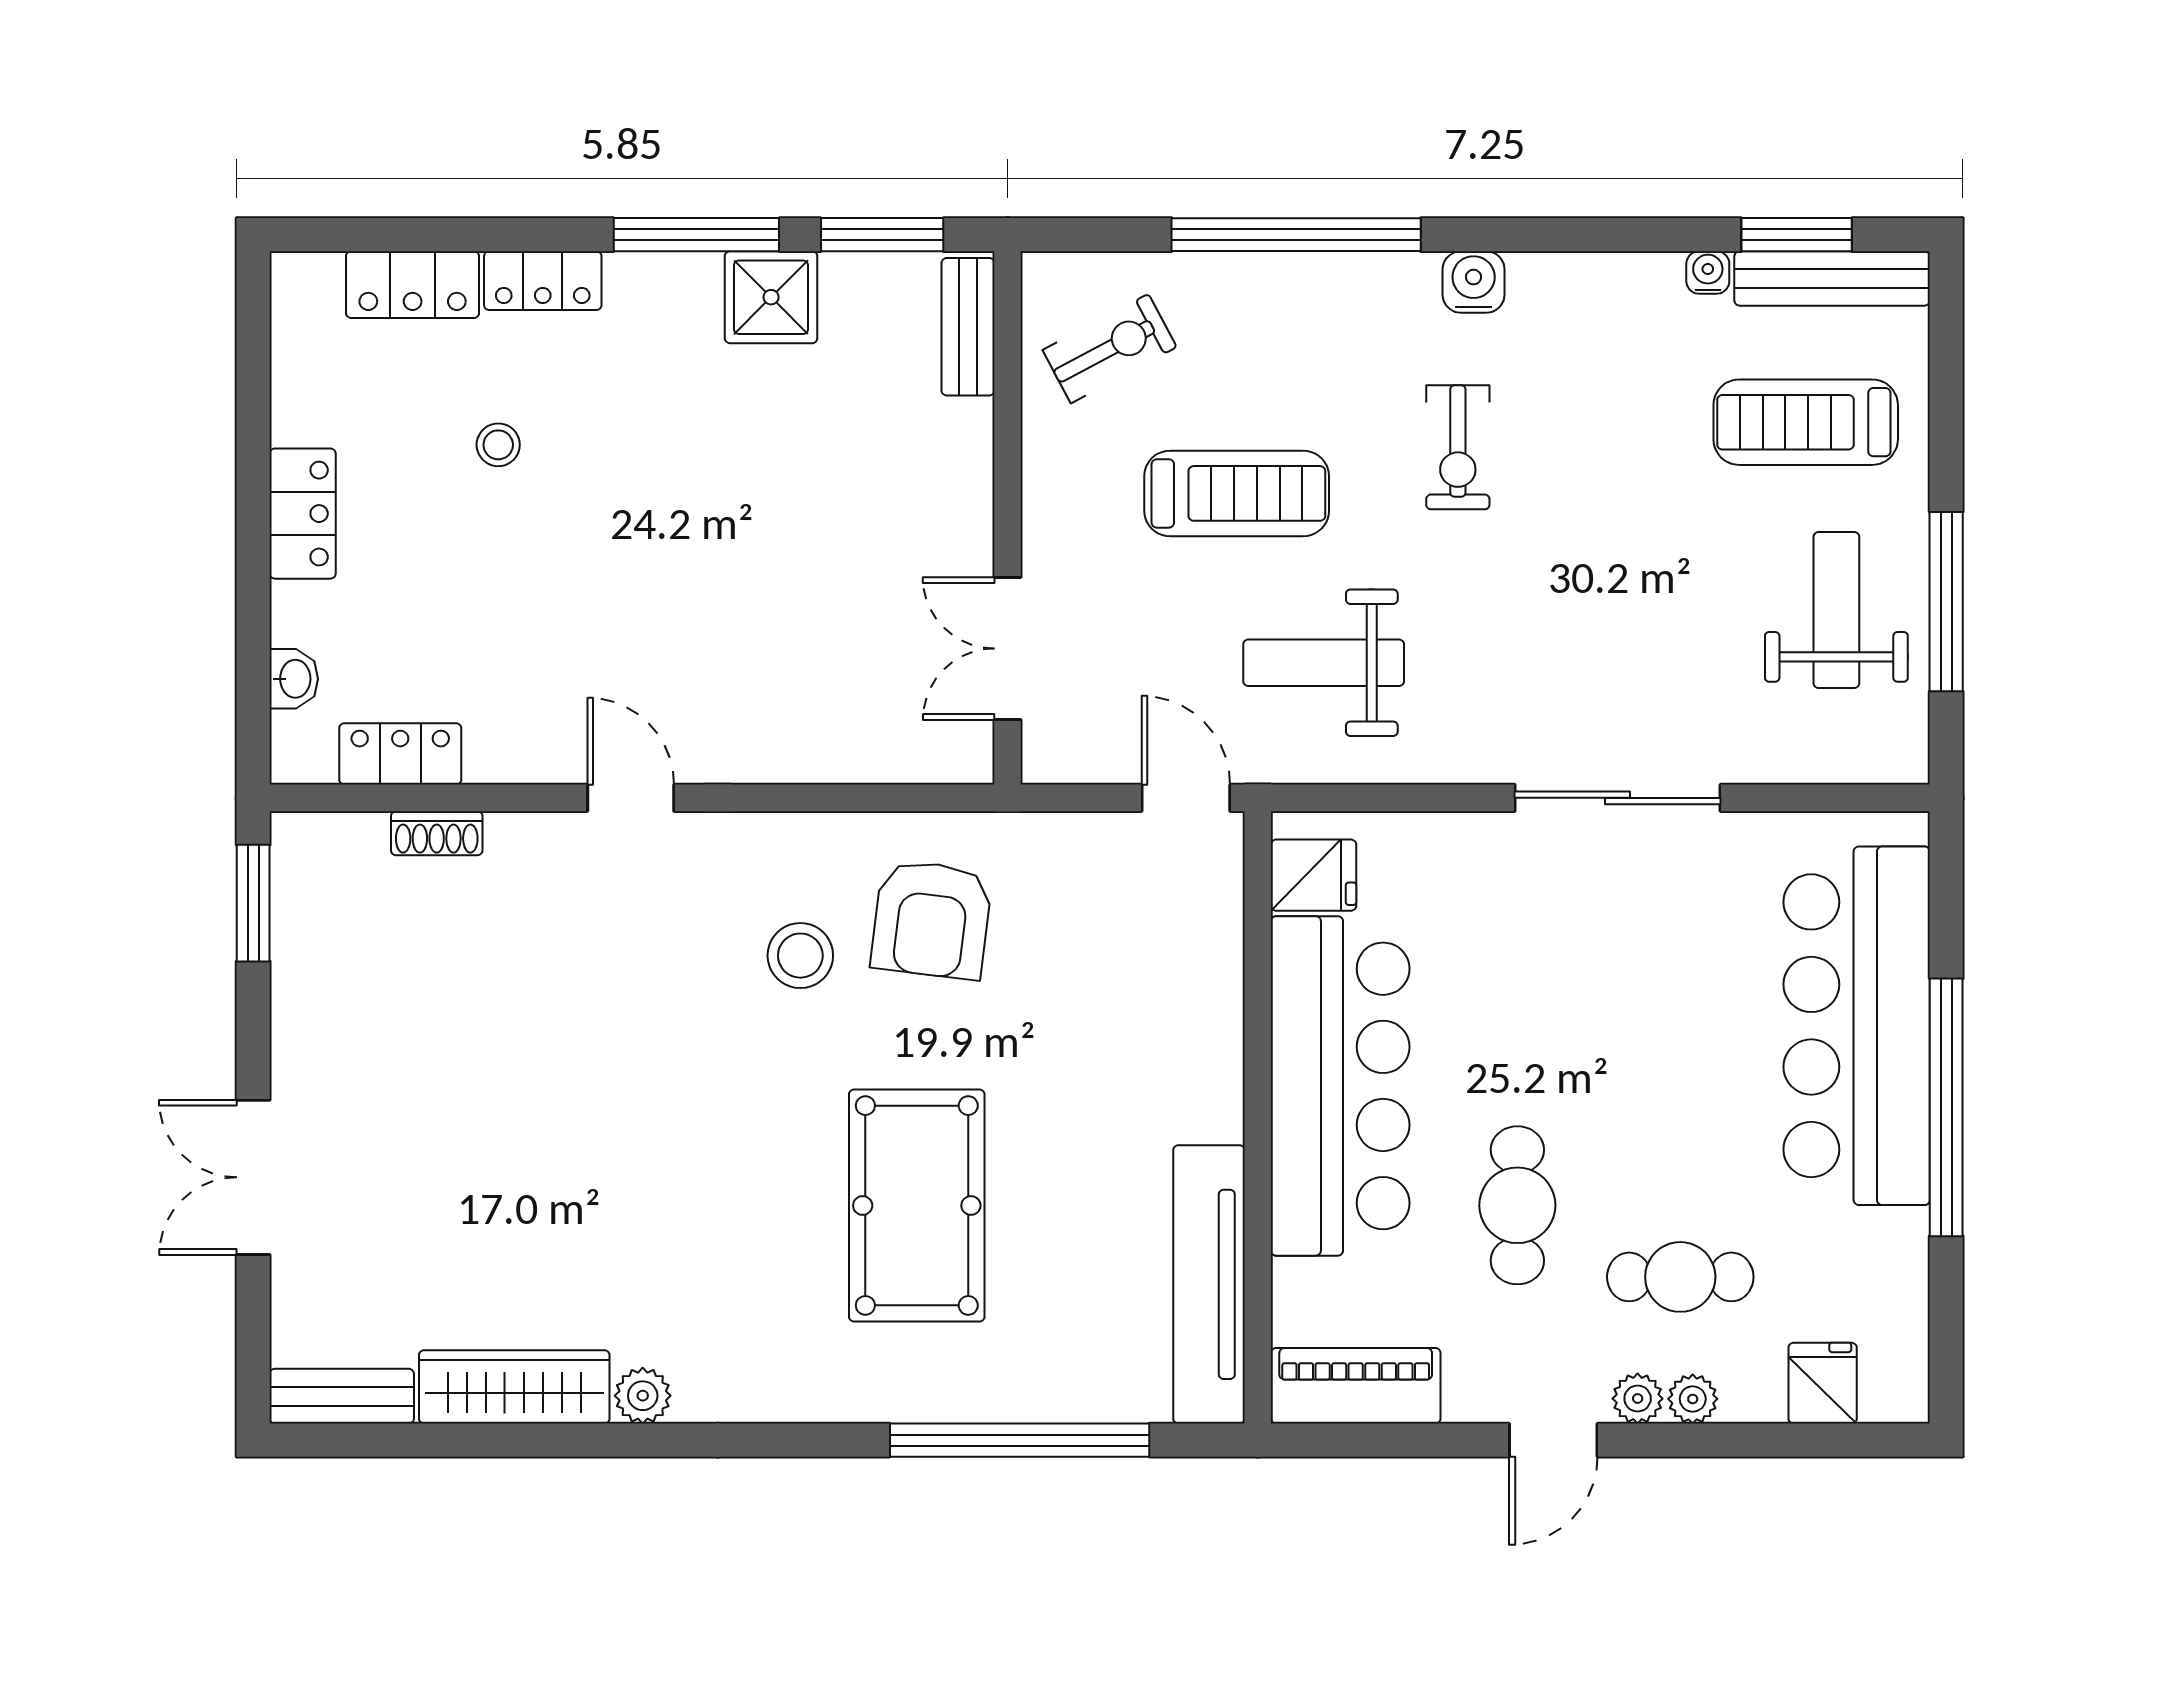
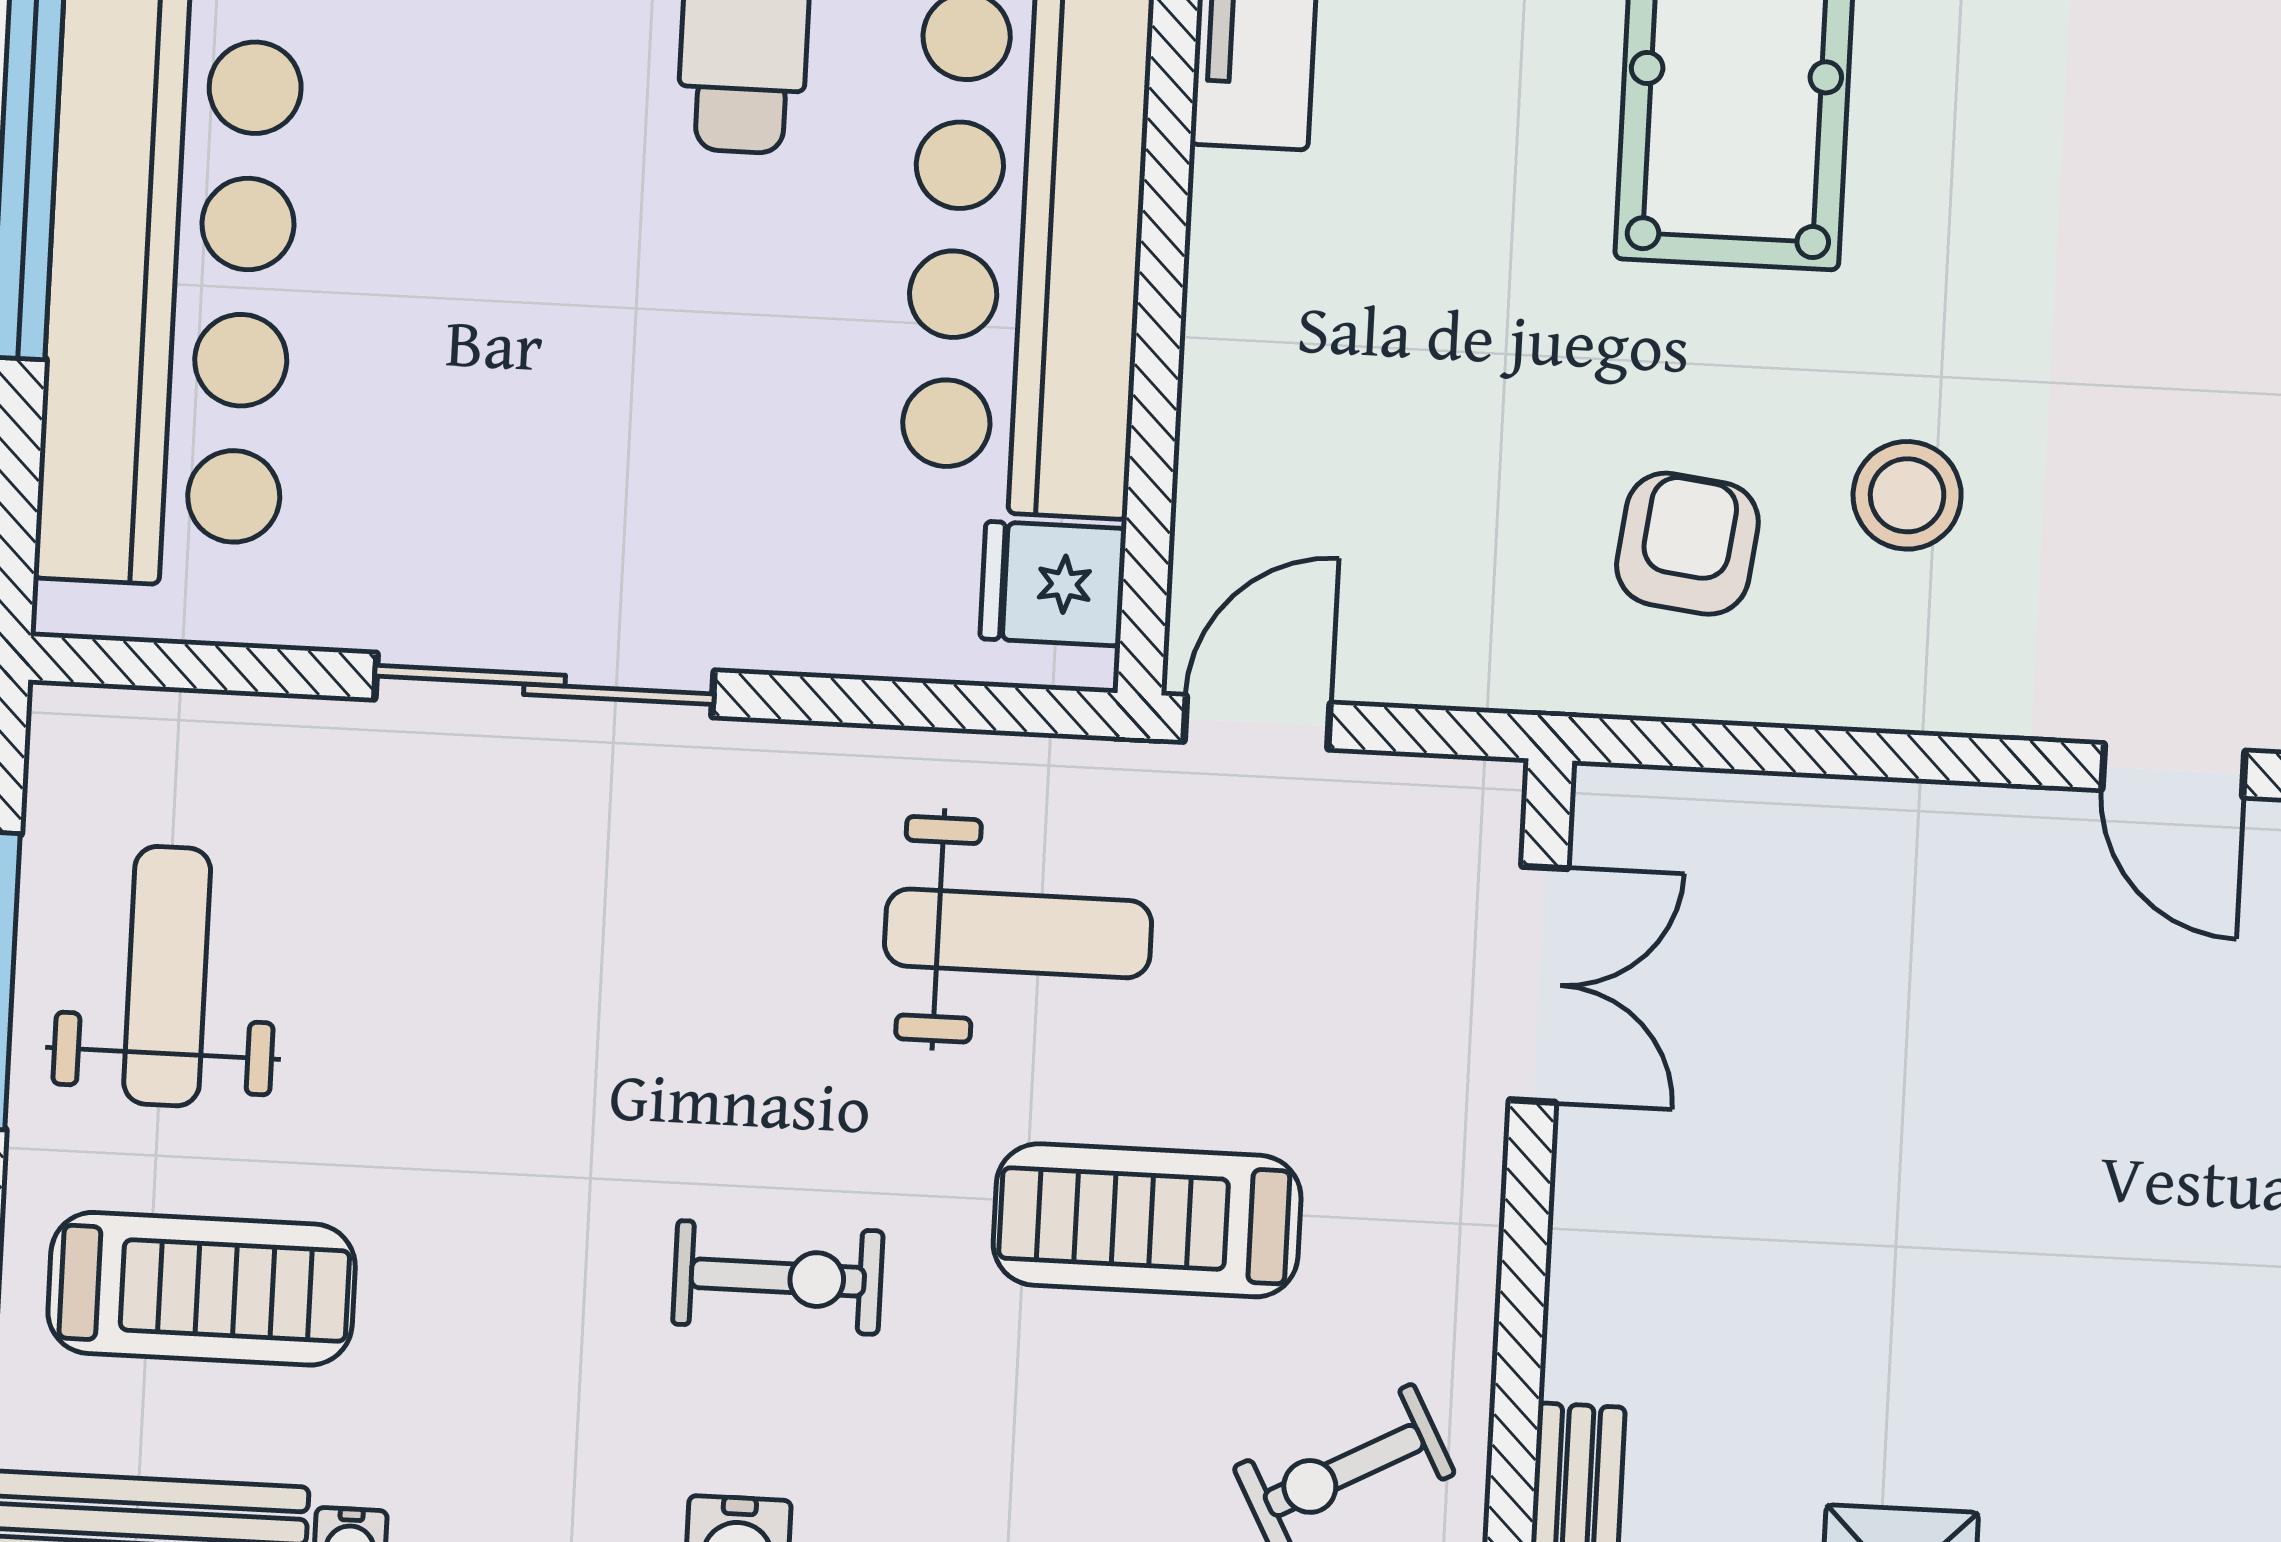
exercise bike: (1458, 447) -> (778, 1278), turned 90
weight bench: (1836, 610) -> (167, 976), turned 180
door: (1186, 798) -> (1257, 722), swing flipped
armchair: (932, 919) -> (1687, 544), width x0.72, depth x0.72

